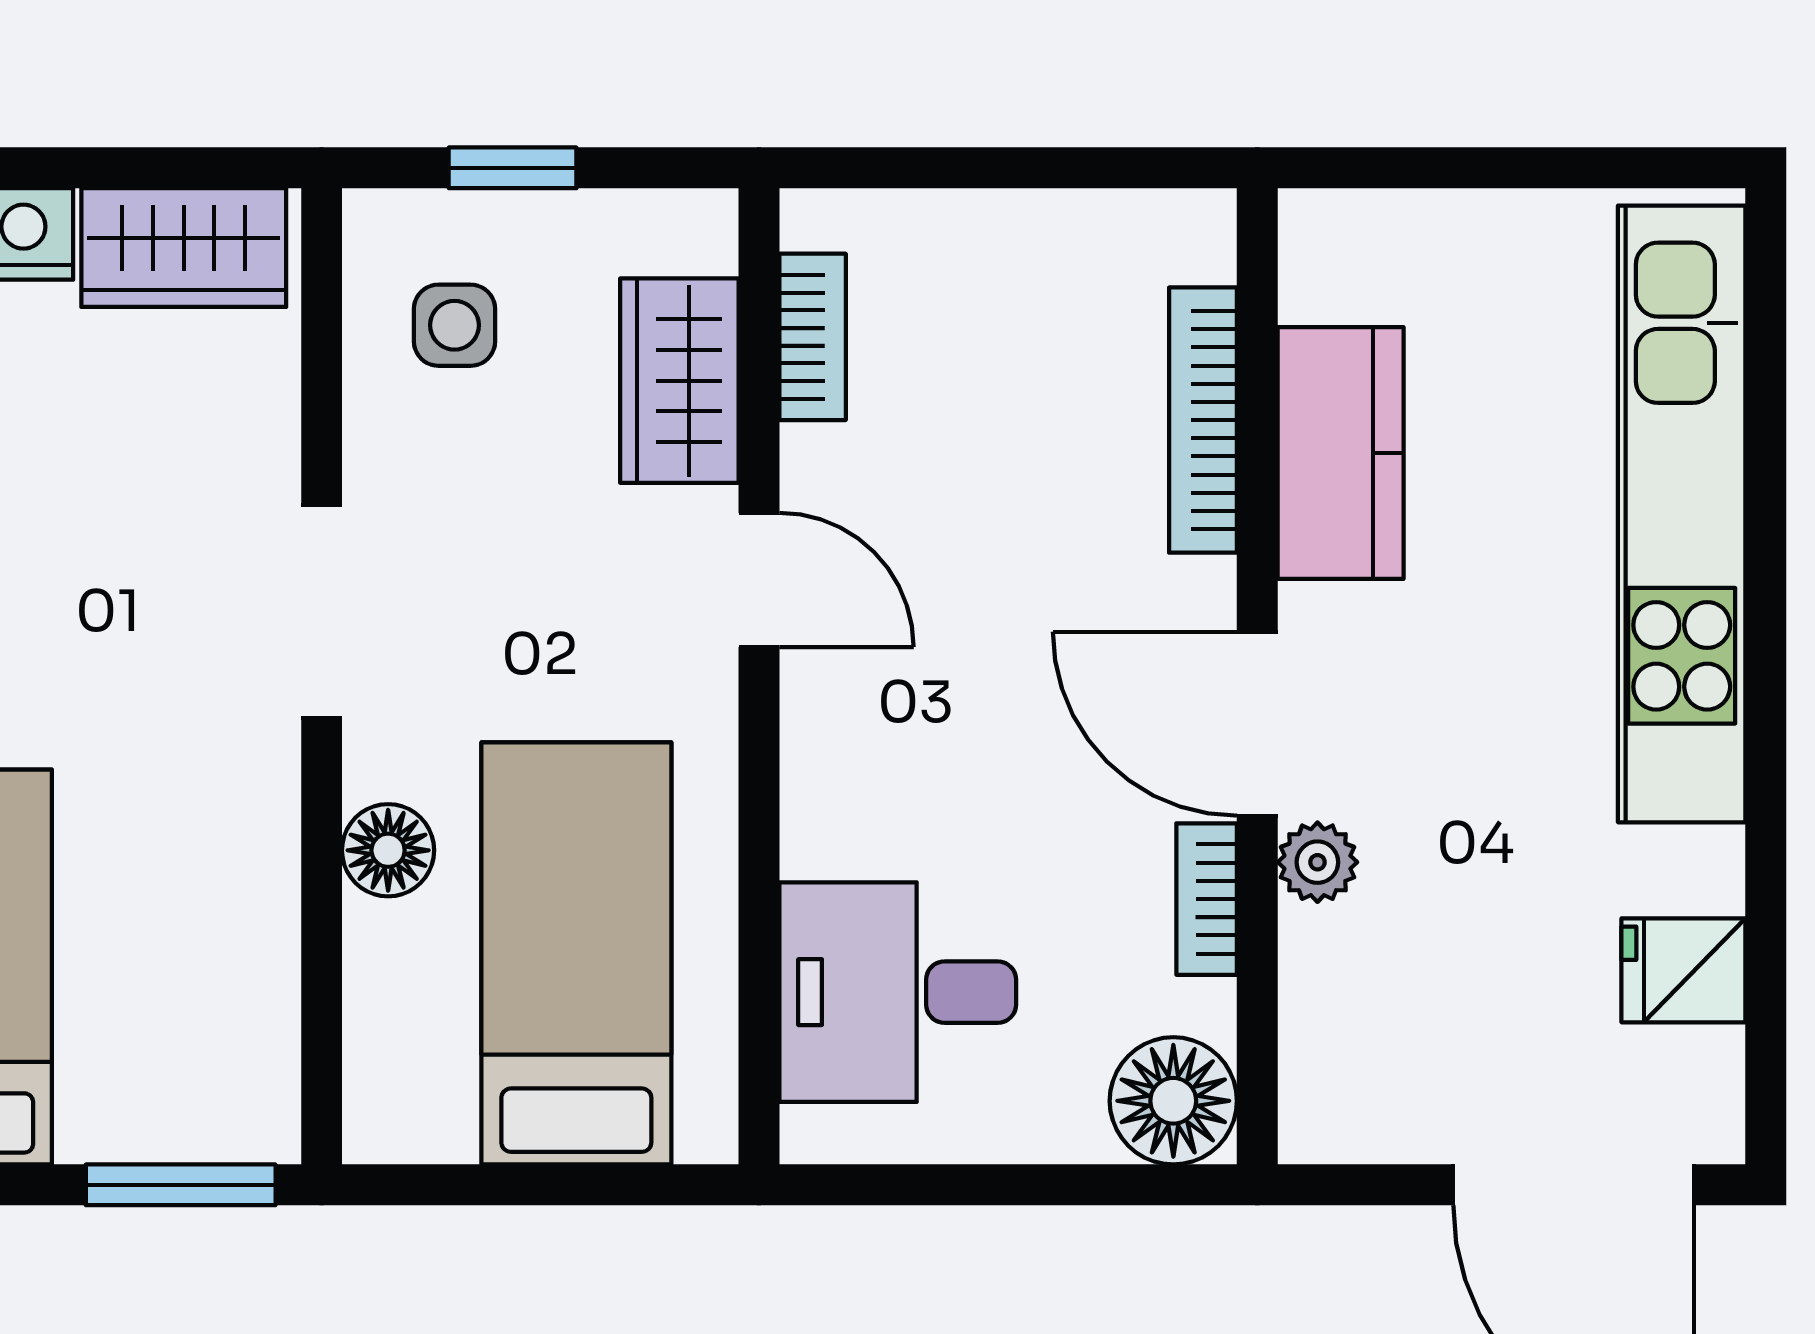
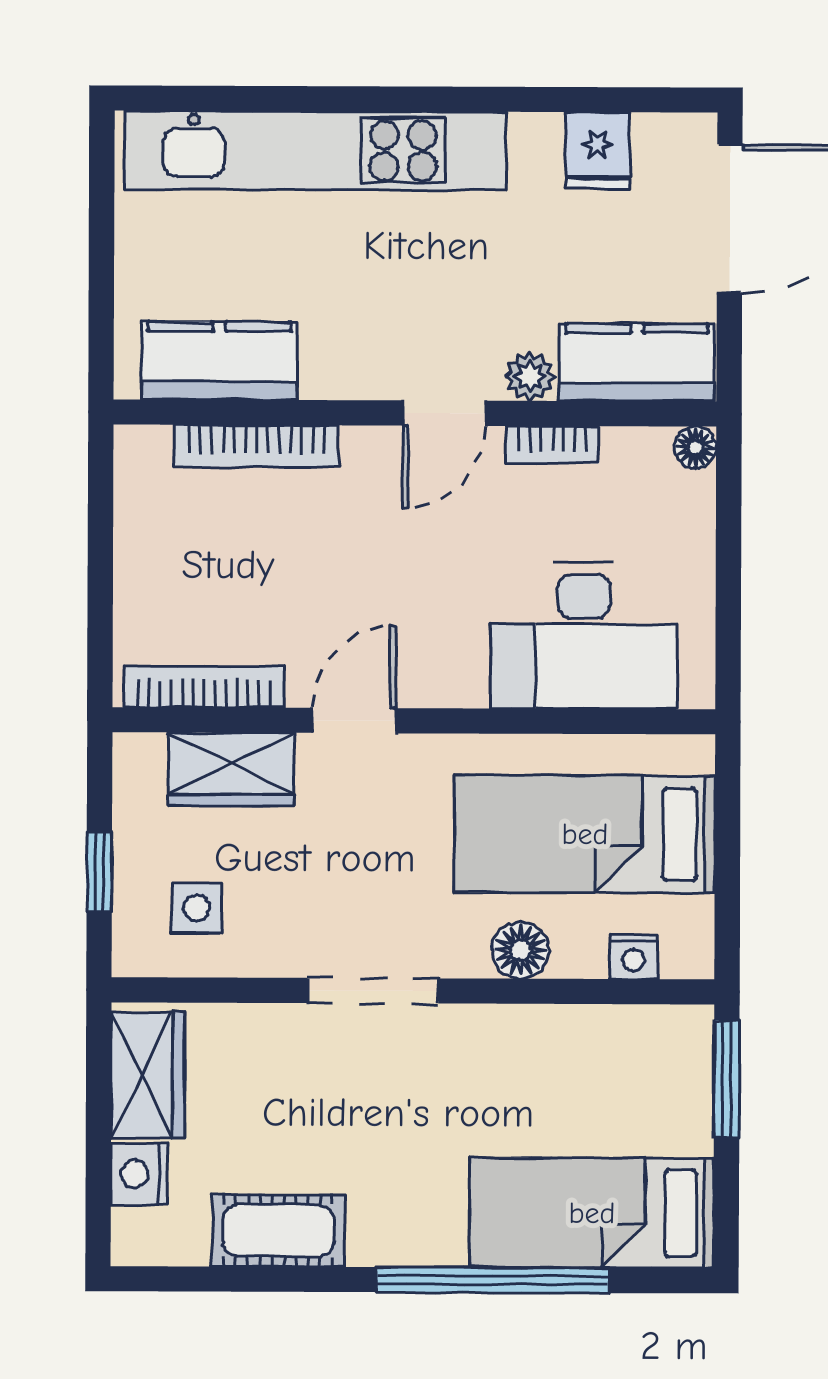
bookcase: (813, 337) -> (204, 687), width x1.56
kitchen counter: (1341, 453) -> (219, 361), moved
door: (1257, 724) -> (444, 413), width x0.73
desk: (898, 992) -> (584, 636), width x1.37
nightstand: (378, 1033) -> (634, 957), added
kitchen counter: (1340, 1035) -> (637, 363), added
floor lamp: (1173, 1101) -> (695, 447), width x0.53, depth x0.53

